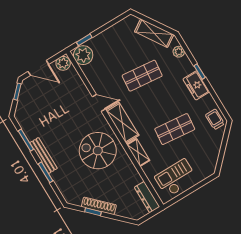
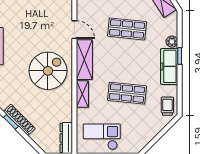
plant: (179, 52) -> (172, 42), moved
freezer: (196, 85) -> (169, 66), width x1.40
spiral stairs: (98, 151) -> (48, 71), turned 90

